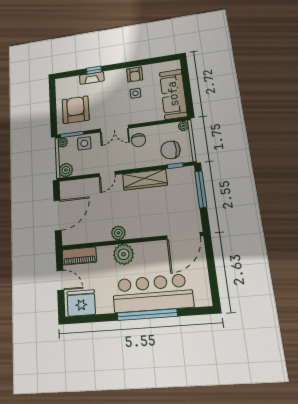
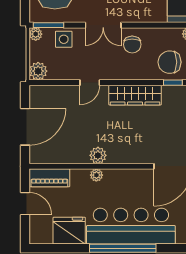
plant: (124, 254) -> (96, 175), width x0.53, depth x0.53
fridge: (81, 303) -> (69, 231), moved

